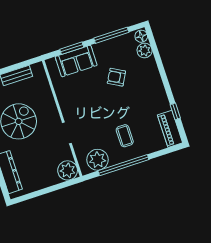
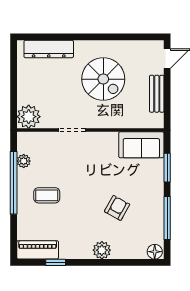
plant: (145, 51) -> (102, 250), moved
sofa: (76, 61) -> (141, 145), moved, turned -90
plant: (98, 160) -> (24, 161), width x0.53, depth x0.53

